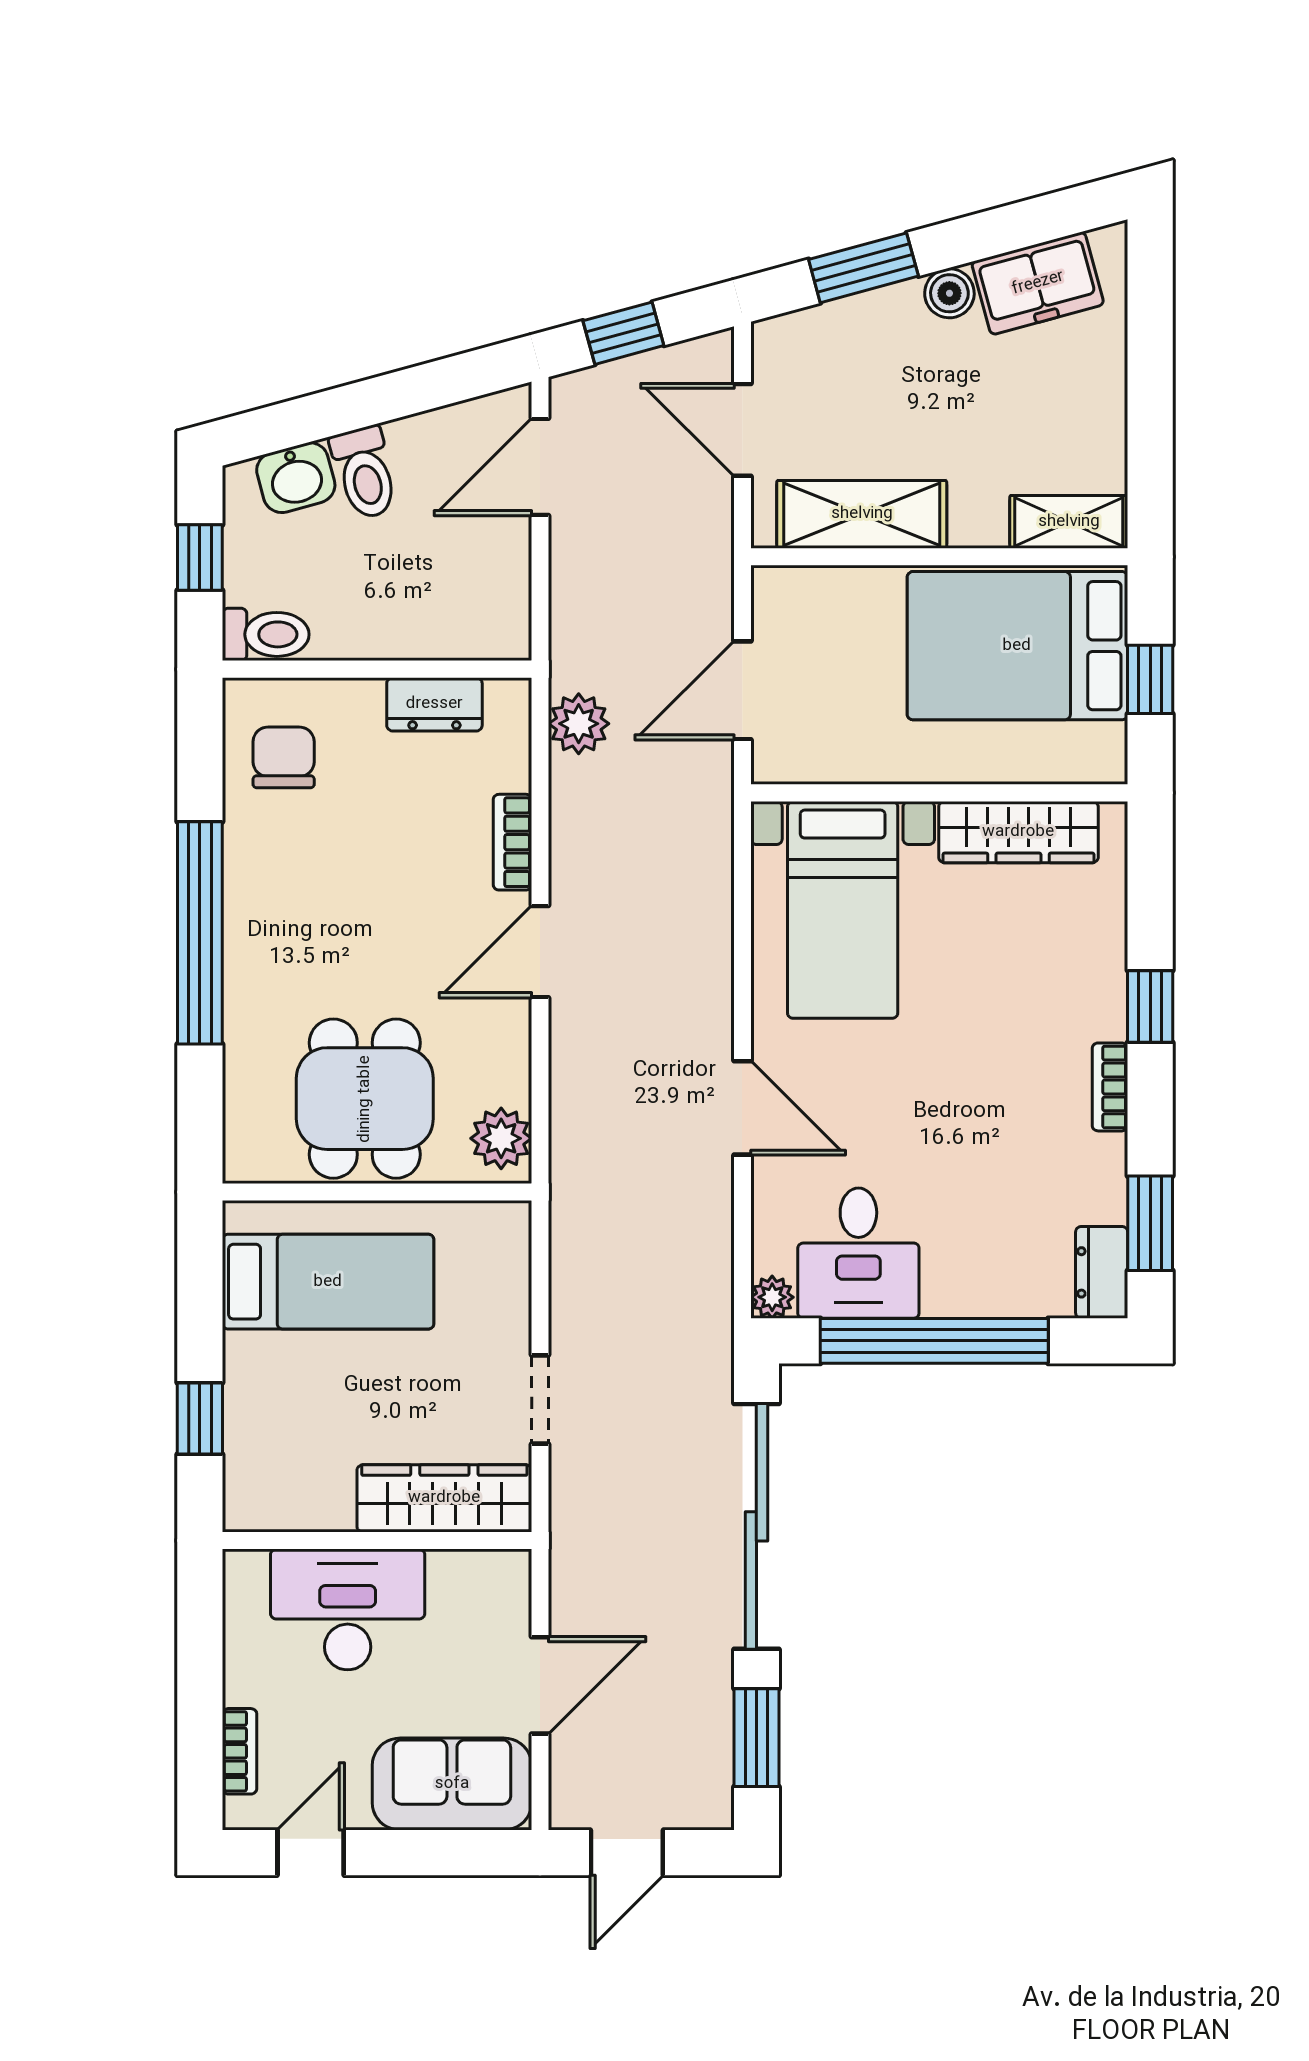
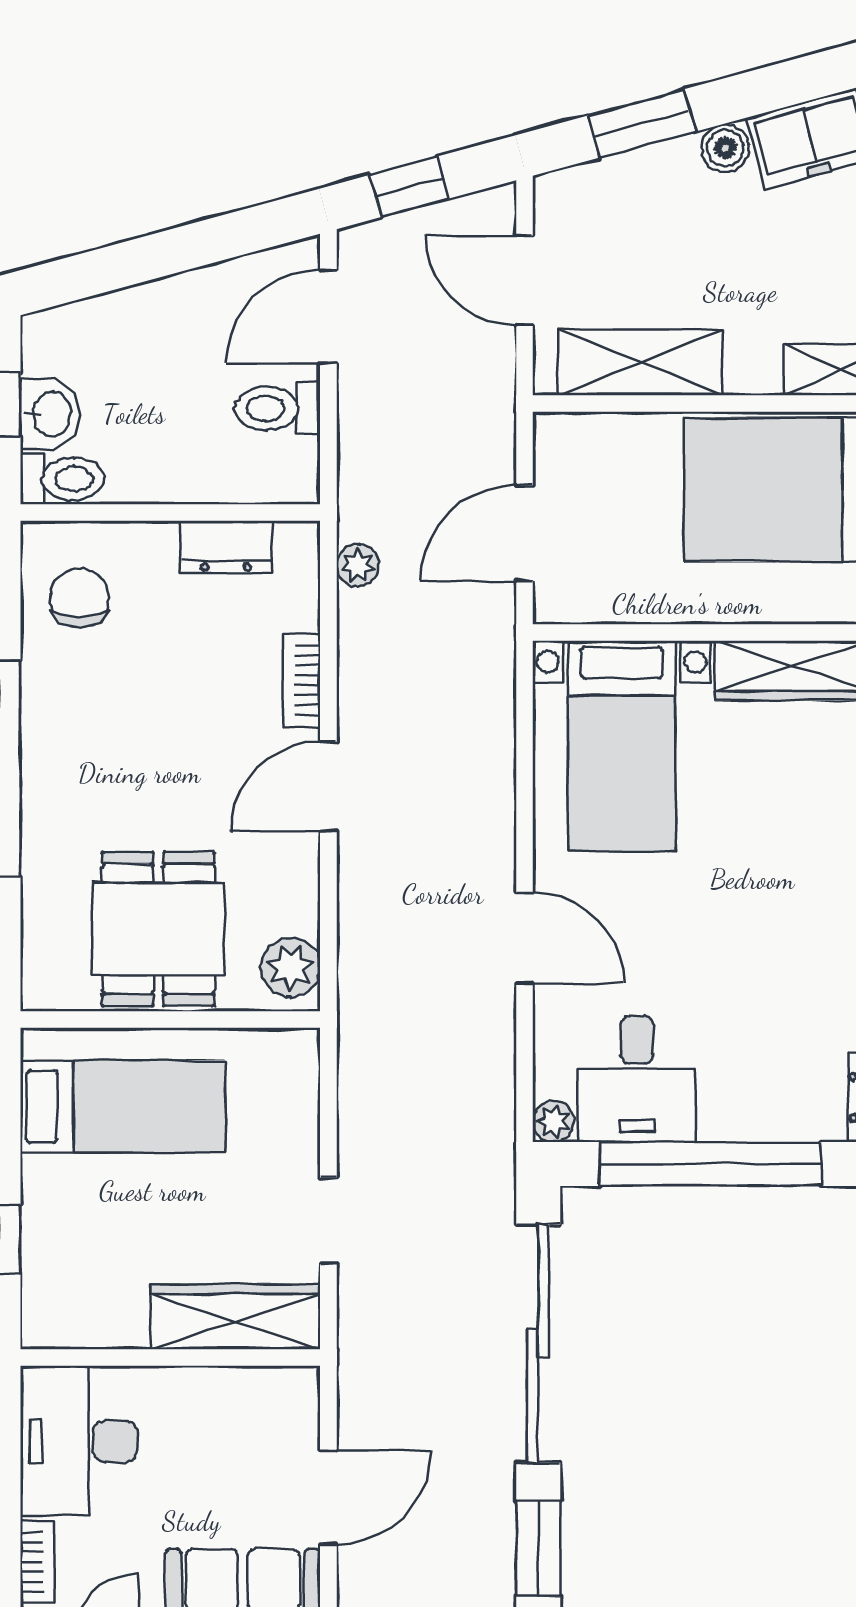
toilet: (365, 473) -> (277, 409), moved, turned 105
washbasin: (296, 478) -> (50, 414), moved, turned -75
plant: (579, 724) -> (358, 565), width x0.73, depth x0.73
desk: (348, 1609) -> (79, 1441), moved, turned -90

